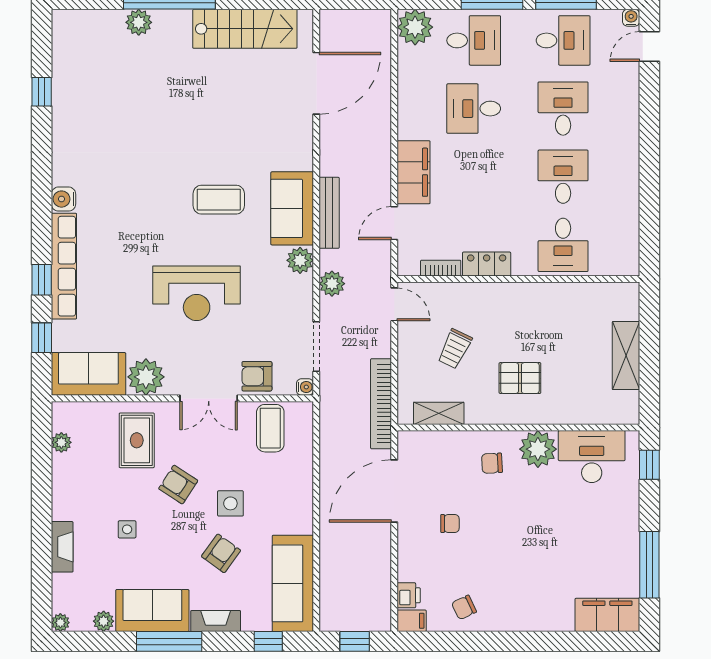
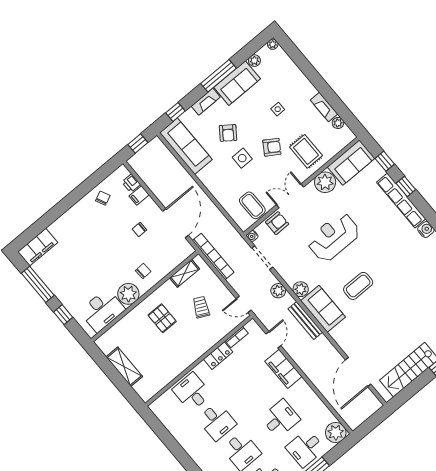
pallet: (520, 378) -> (162, 318), turned 90
window: (649, 465) -> (63, 315), moved
fireplace: (62, 547) -> (324, 107), moved
filing cabinet: (412, 621) -> (139, 195), moved

